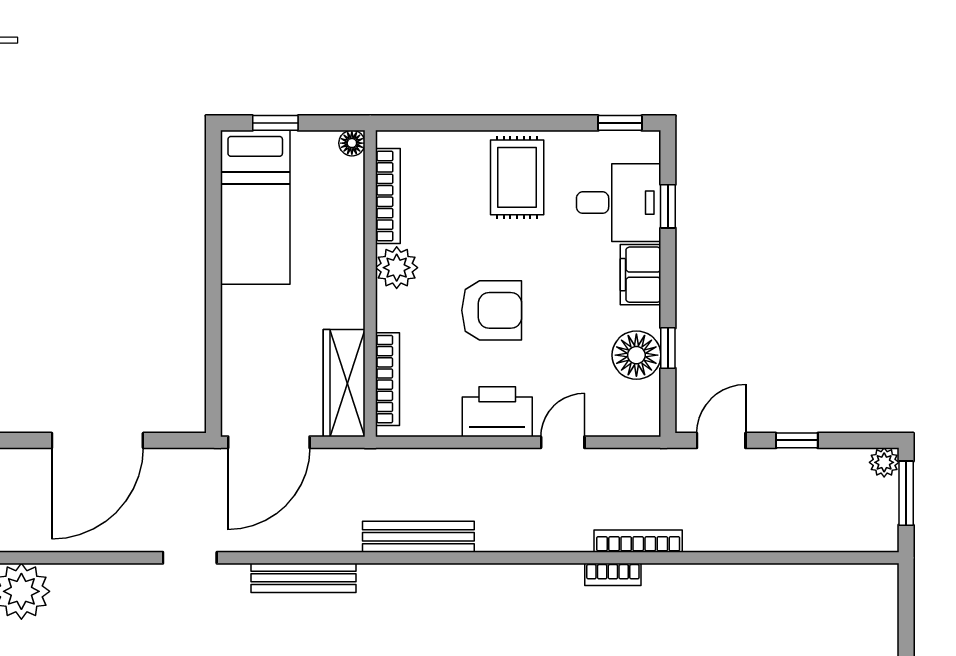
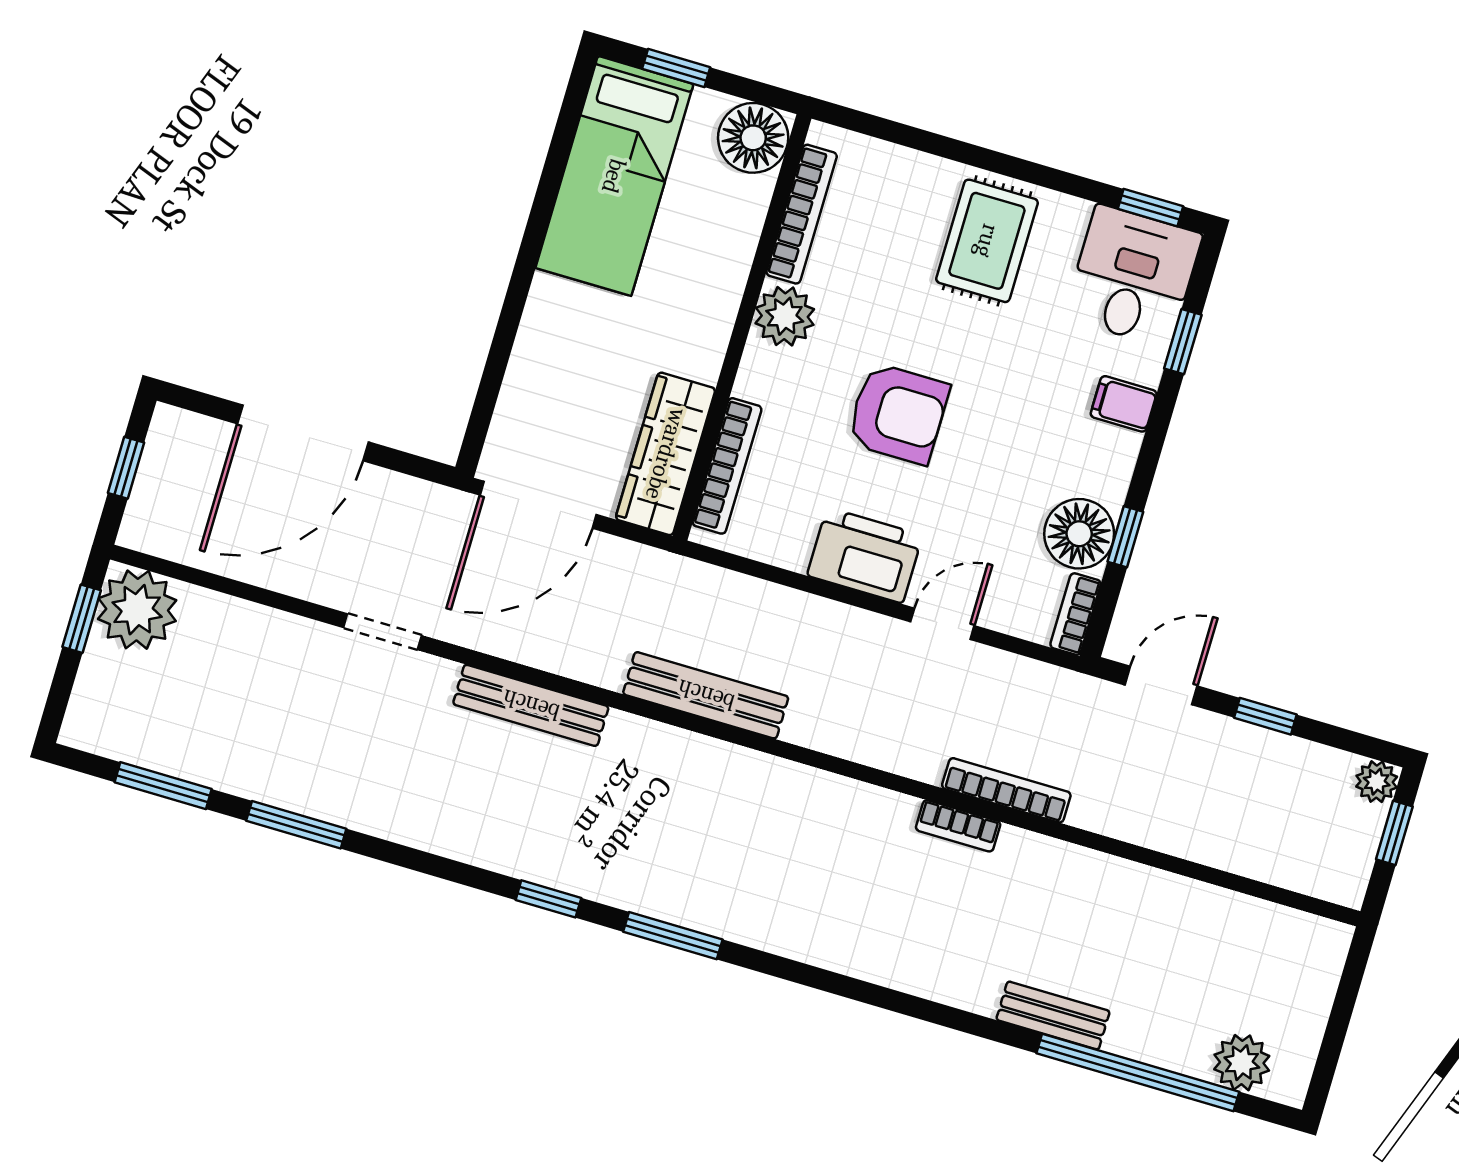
floor lamp: (352, 143) -> (753, 138), width x1.89, depth x1.89
desk: (619, 203) -> (1133, 276), moved, turned -90
filing cabinet: (641, 275) -> (1124, 404), width x0.50
bookcase: (650, 410) -> (1076, 614), added
window: (906, 493) -> (1394, 833), width x0.67

